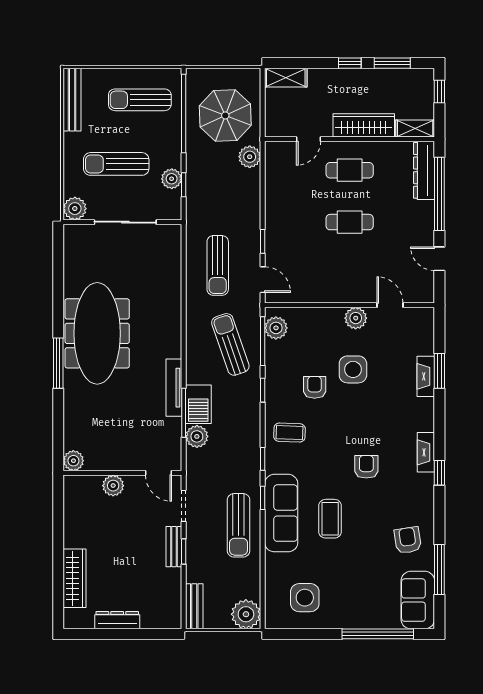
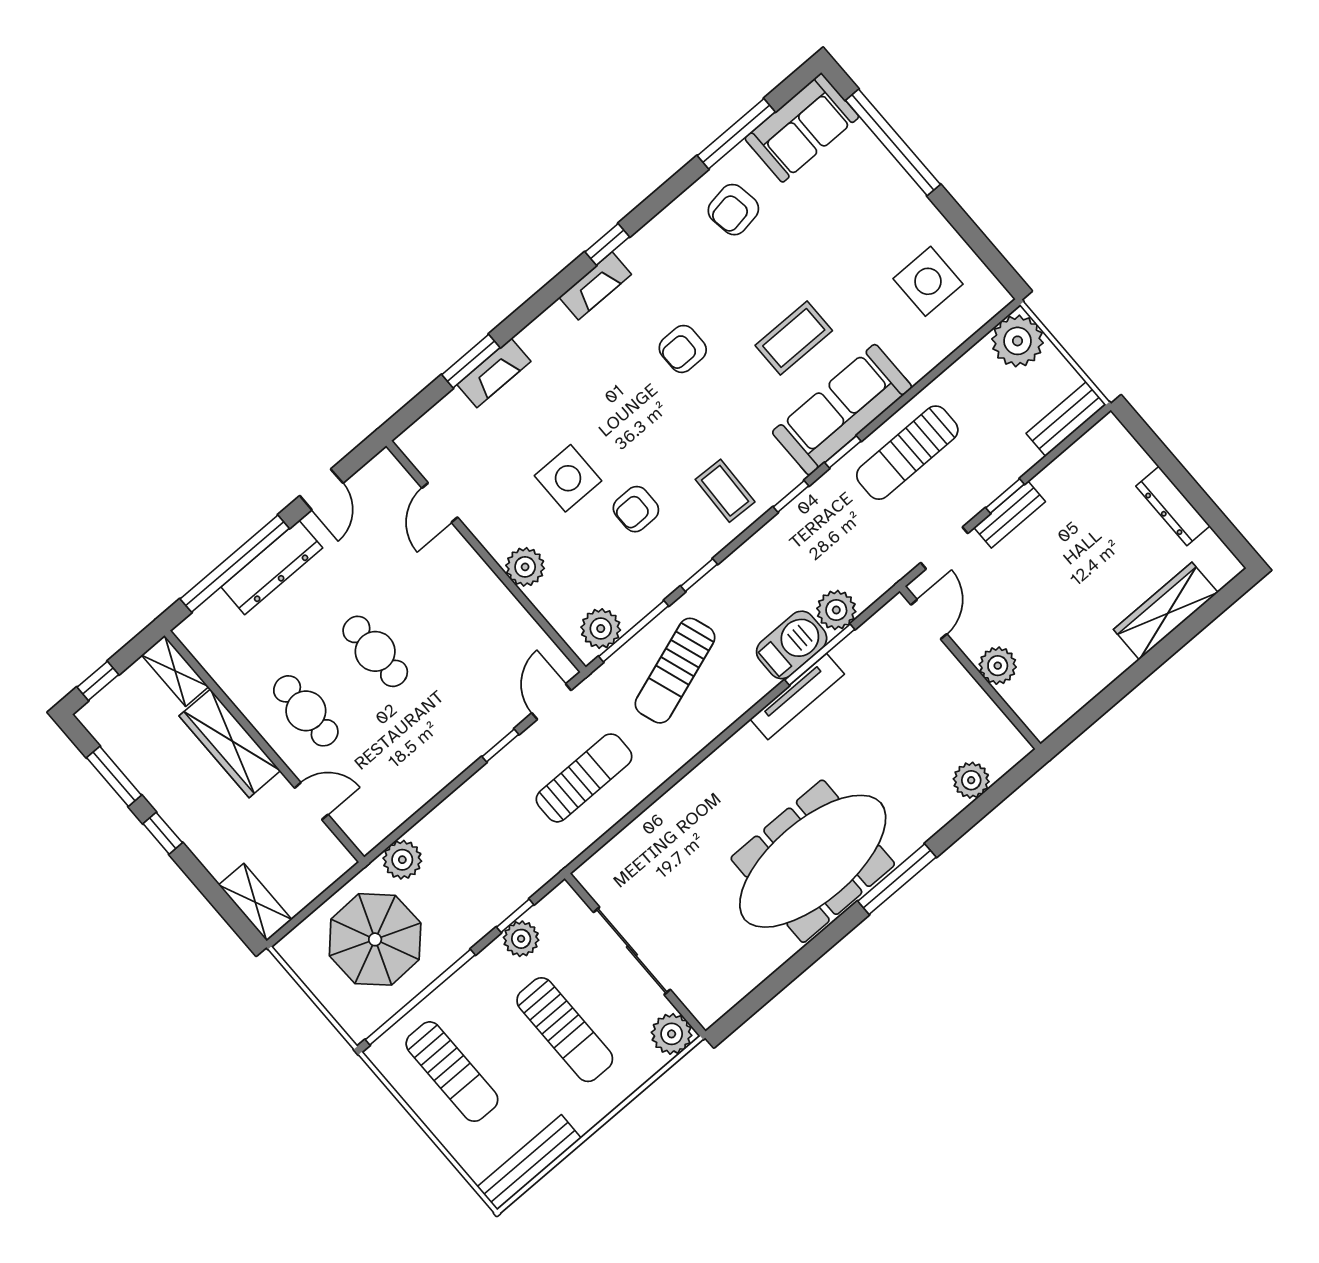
dresser: (424, 170) -> (272, 567), moved
plant: (356, 318) -> (525, 567), moved
plant: (73, 461) -> (971, 780), moved
sun lounger: (239, 525) -> (907, 453), turned 180

